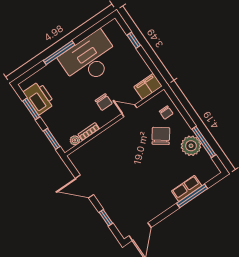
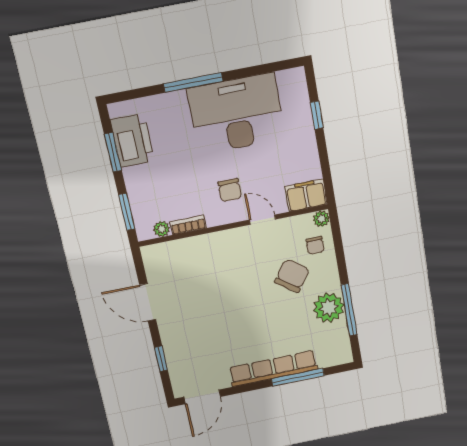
plant: (163, 96) -> (321, 219), added
row of seats: (187, 188) -> (273, 368), width x2.02

